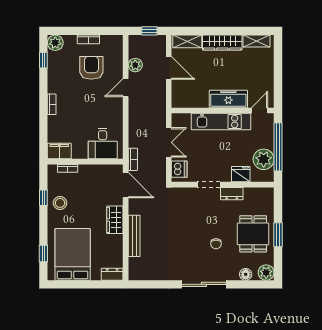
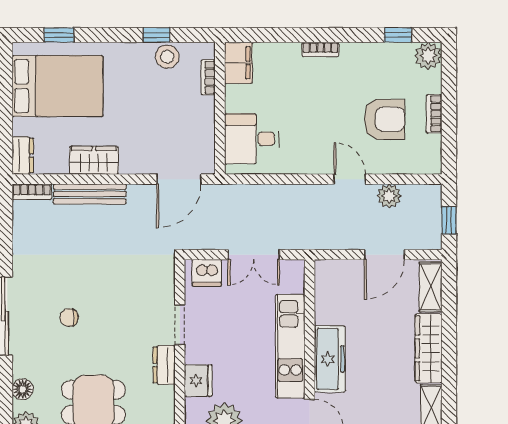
bookcase: (133, 159) -> (32, 192), moved
stool: (60, 203) -> (167, 57), moved
wardrobe: (115, 220) -> (94, 160), moved
chair: (216, 244) -> (69, 318), moved

